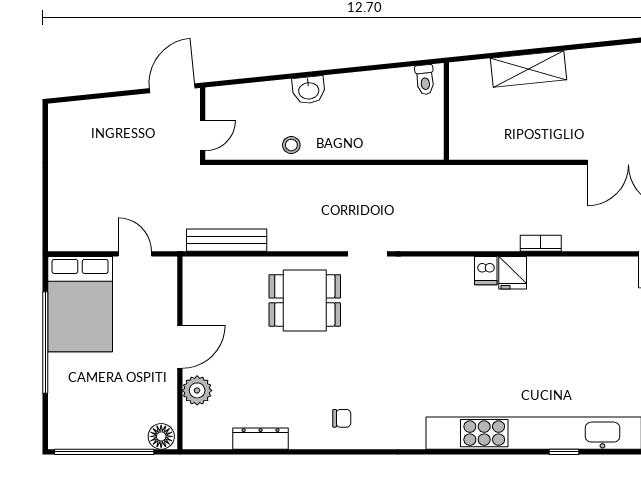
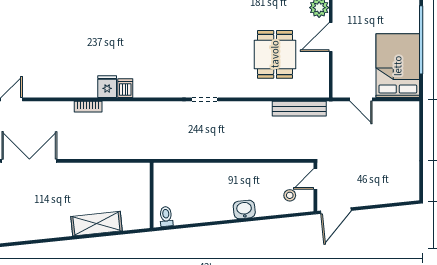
stool: (291, 145) -> (290, 195), moved
dining table: (305, 300) -> (275, 54), moved, turned 90

